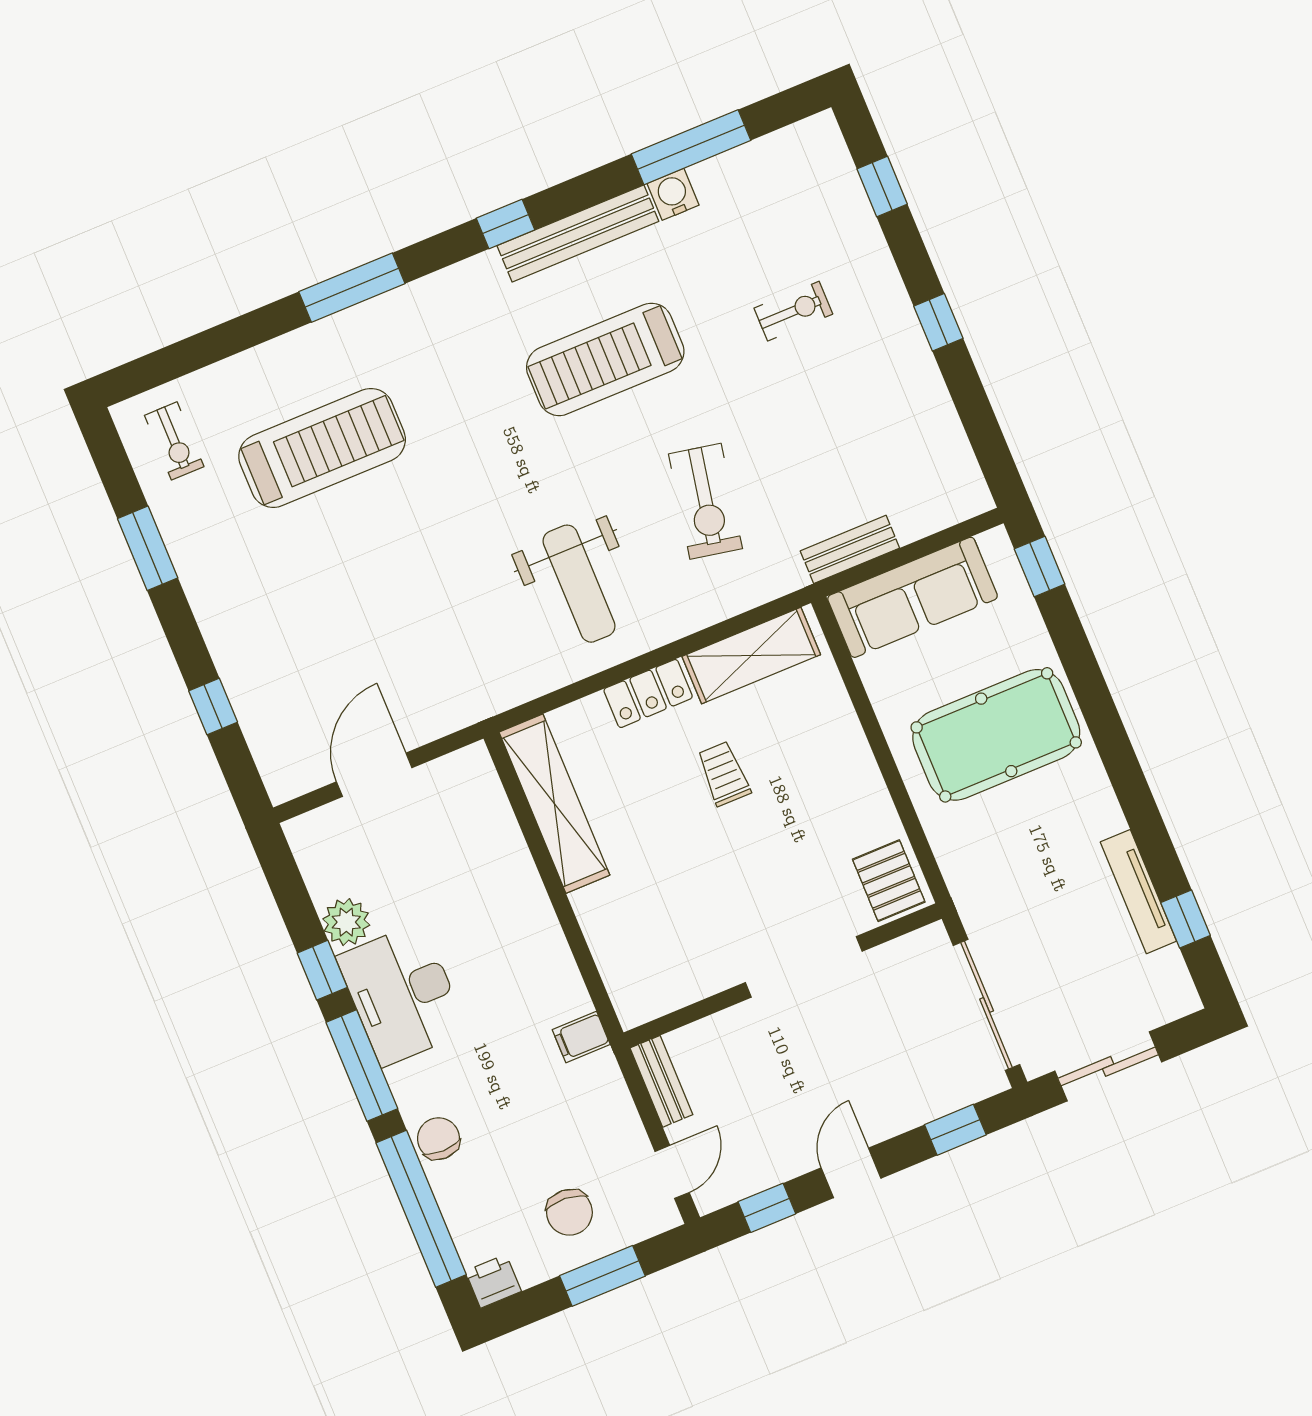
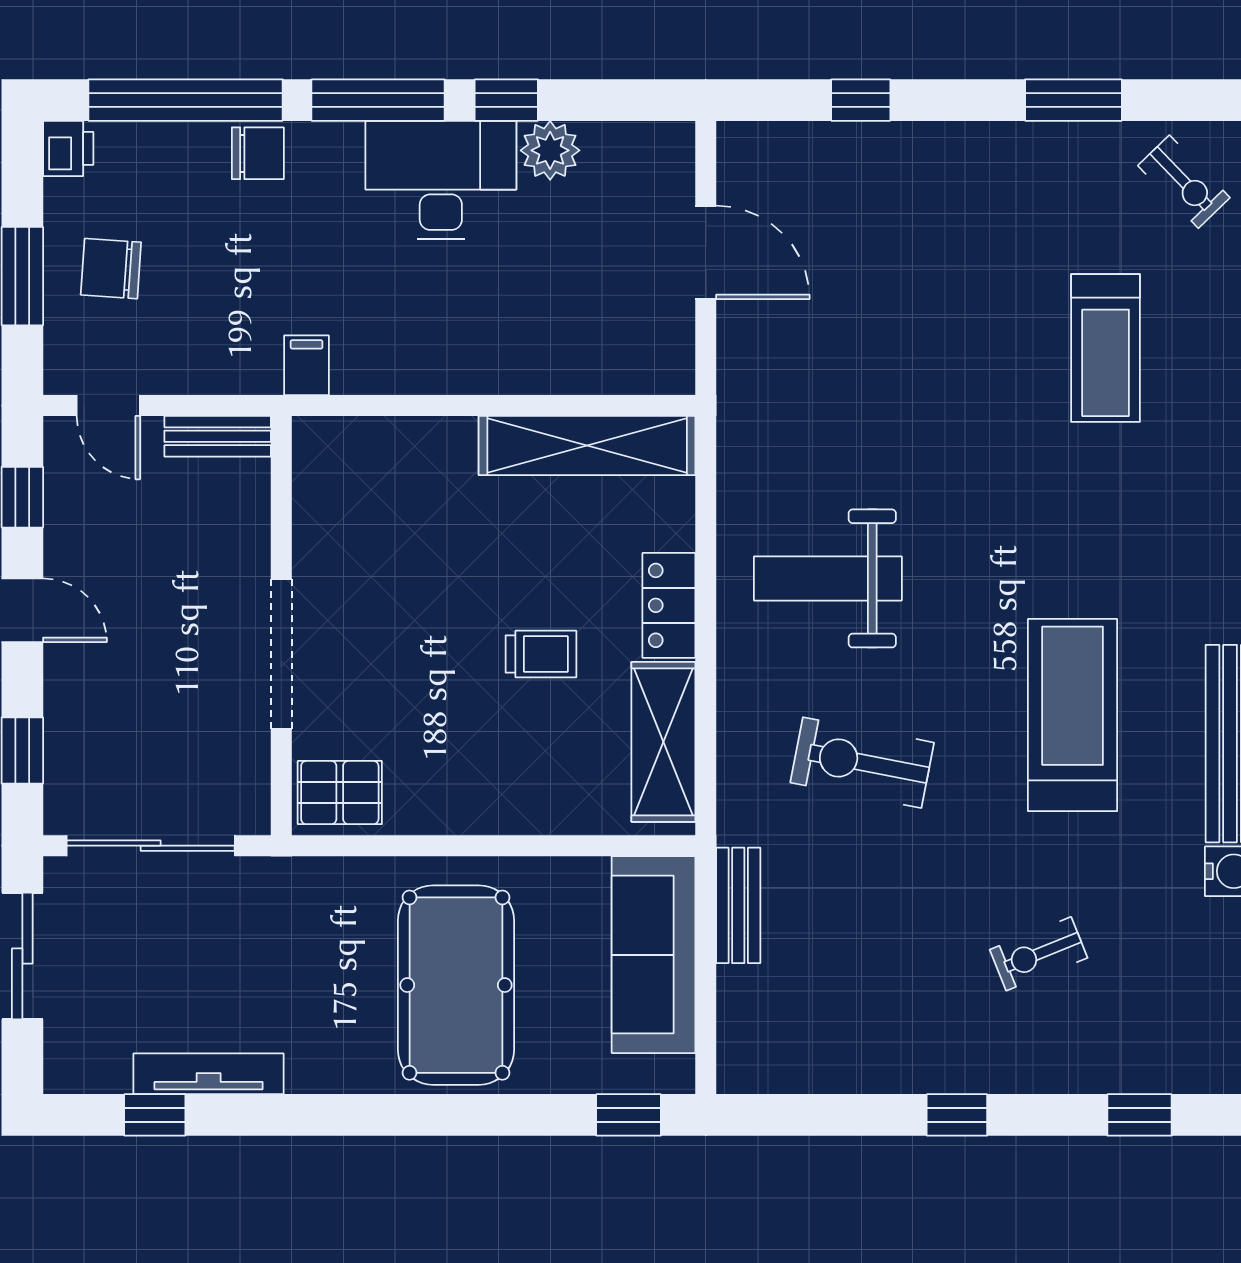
exercise bike: (793, 311) -> (1039, 954), turned 68
exercise bike: (174, 441) -> (1184, 182), turned -134
treadmill: (322, 448) -> (1106, 348), width x0.73, depth x0.73

